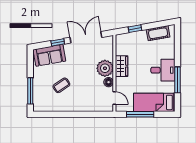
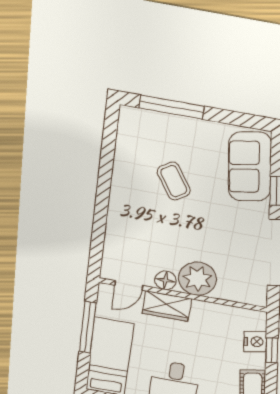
nightstand: (132, 37) -> (255, 342), added
wardrobe: (121, 66) -> (167, 306), moved

